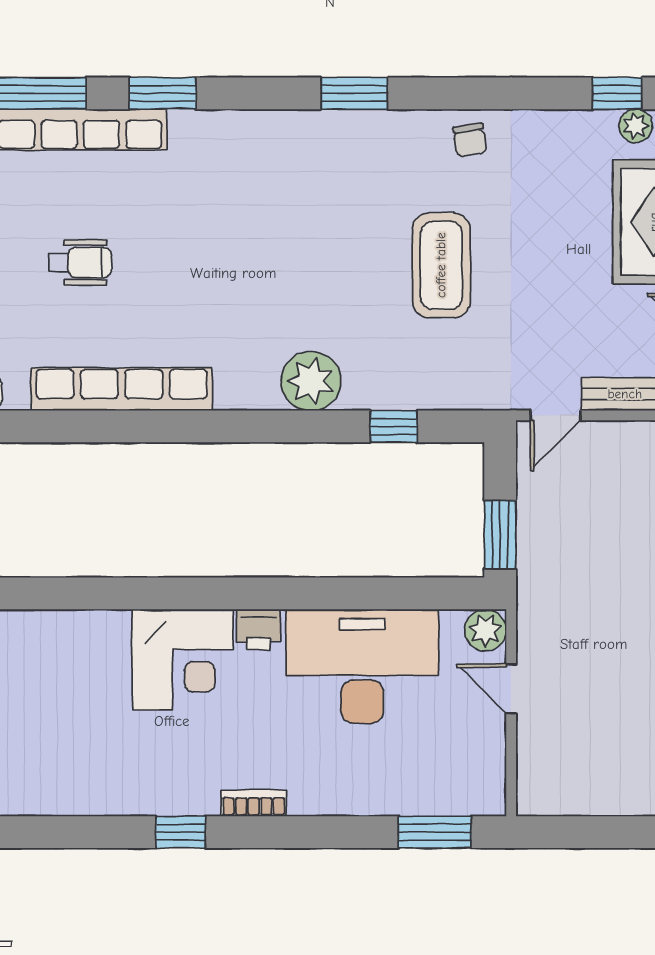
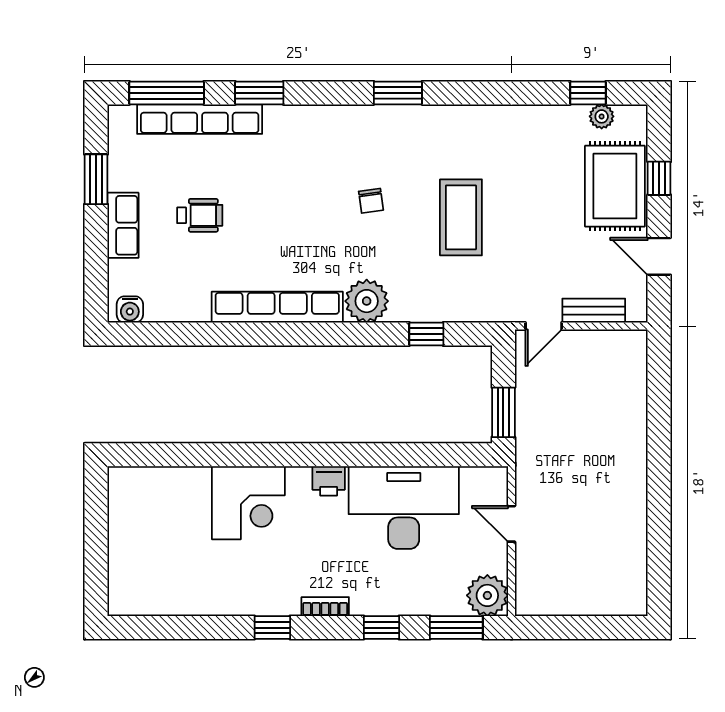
chair: (470, 140) -> (371, 201), moved
row of seats: (122, 389) -> (277, 307), moved
plant: (485, 630) -> (487, 595), moved, width x1.36, depth x1.36
corner desk: (183, 660) -> (248, 503), moved
window: (331, 832) -> (381, 628), added

